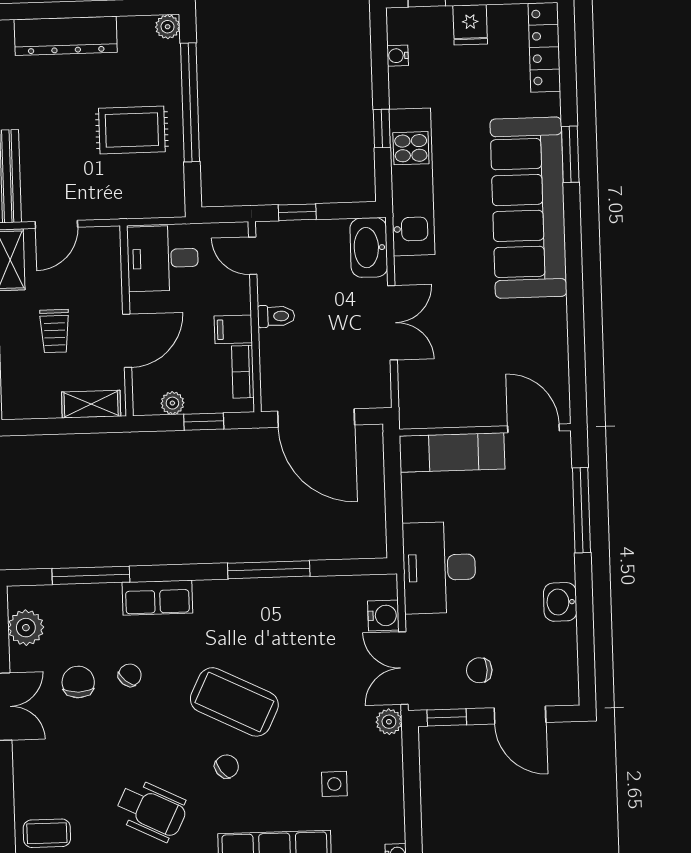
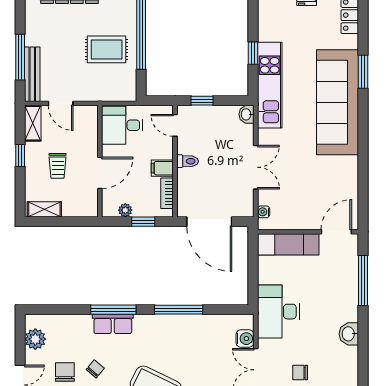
water cooler: (398, 56) -> (264, 212), moved
door: (56, 224) -> (61, 103), hinge flipped
washbasin: (369, 248) -> (246, 114), width x0.52, depth x0.69
shelving: (91, 404) -> (44, 209), moved
door: (533, 428) -> (336, 232), hinge flipped
window: (91, 575) -> (113, 310), moved

